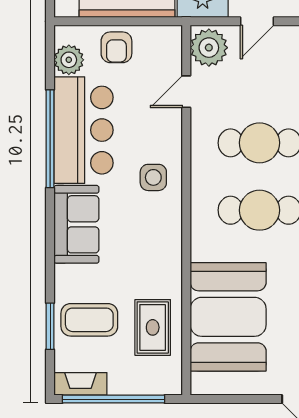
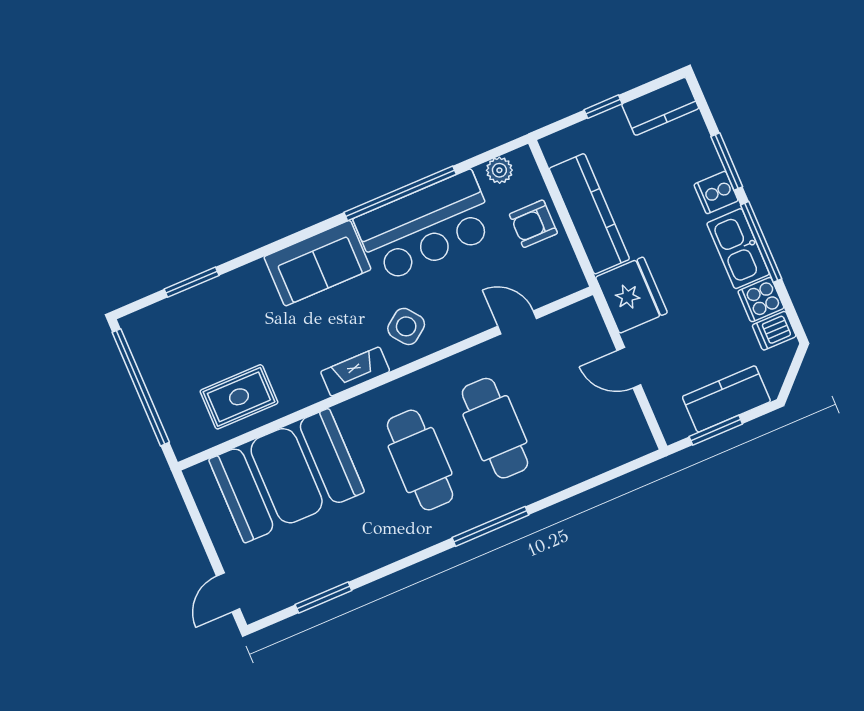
plant: (209, 48) -> (577, 327), removed
plant: (69, 60) -> (499, 170), width x0.73, depth x0.73
side table: (153, 177) -> (406, 326), turned -37
coffee table: (89, 320) -> (217, 323), removed
fireplace: (80, 384) -> (355, 372), moved, turned -90

